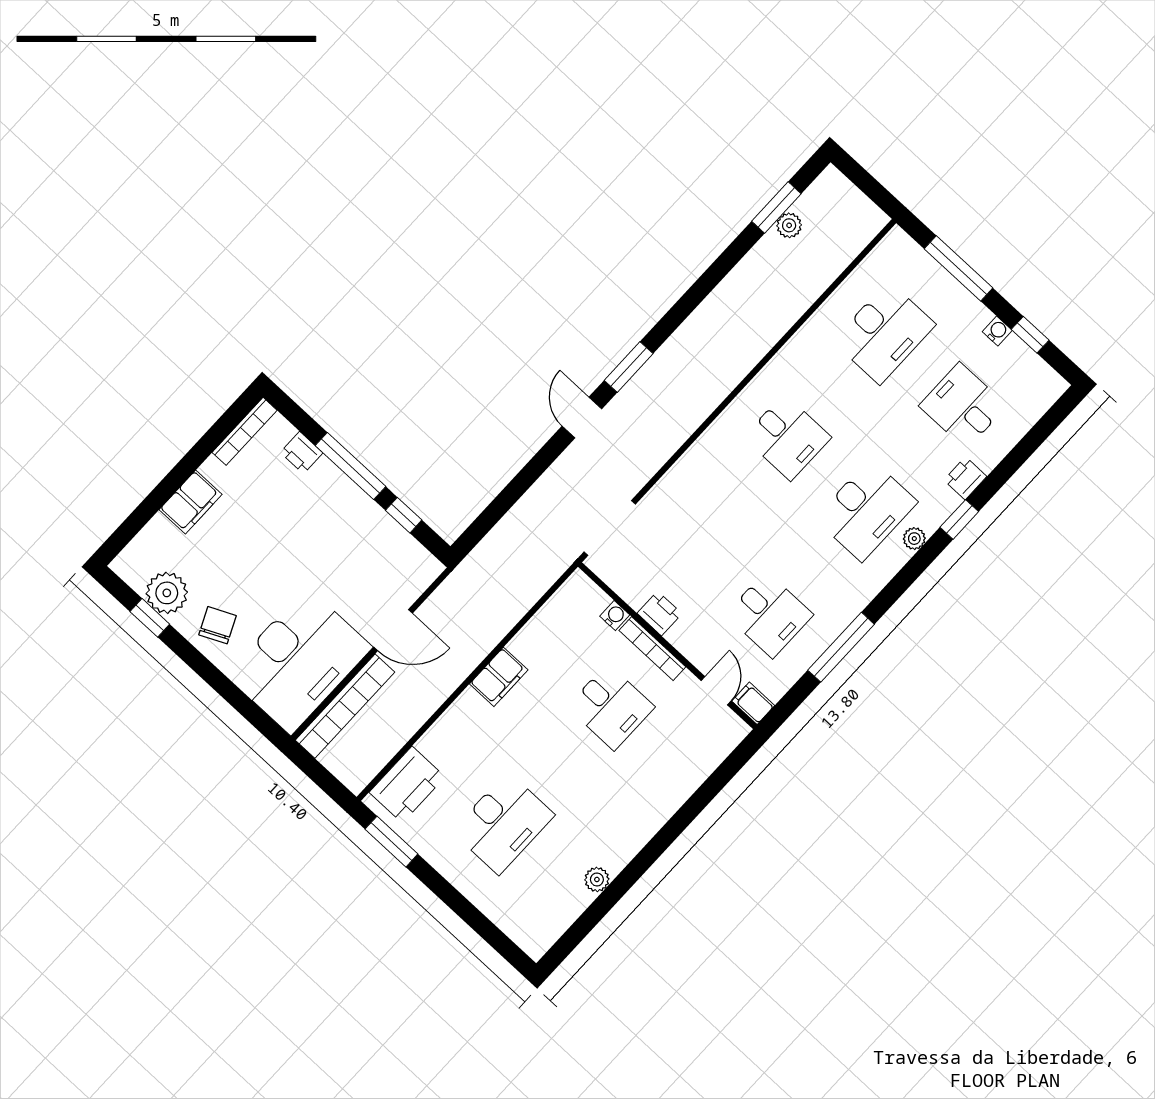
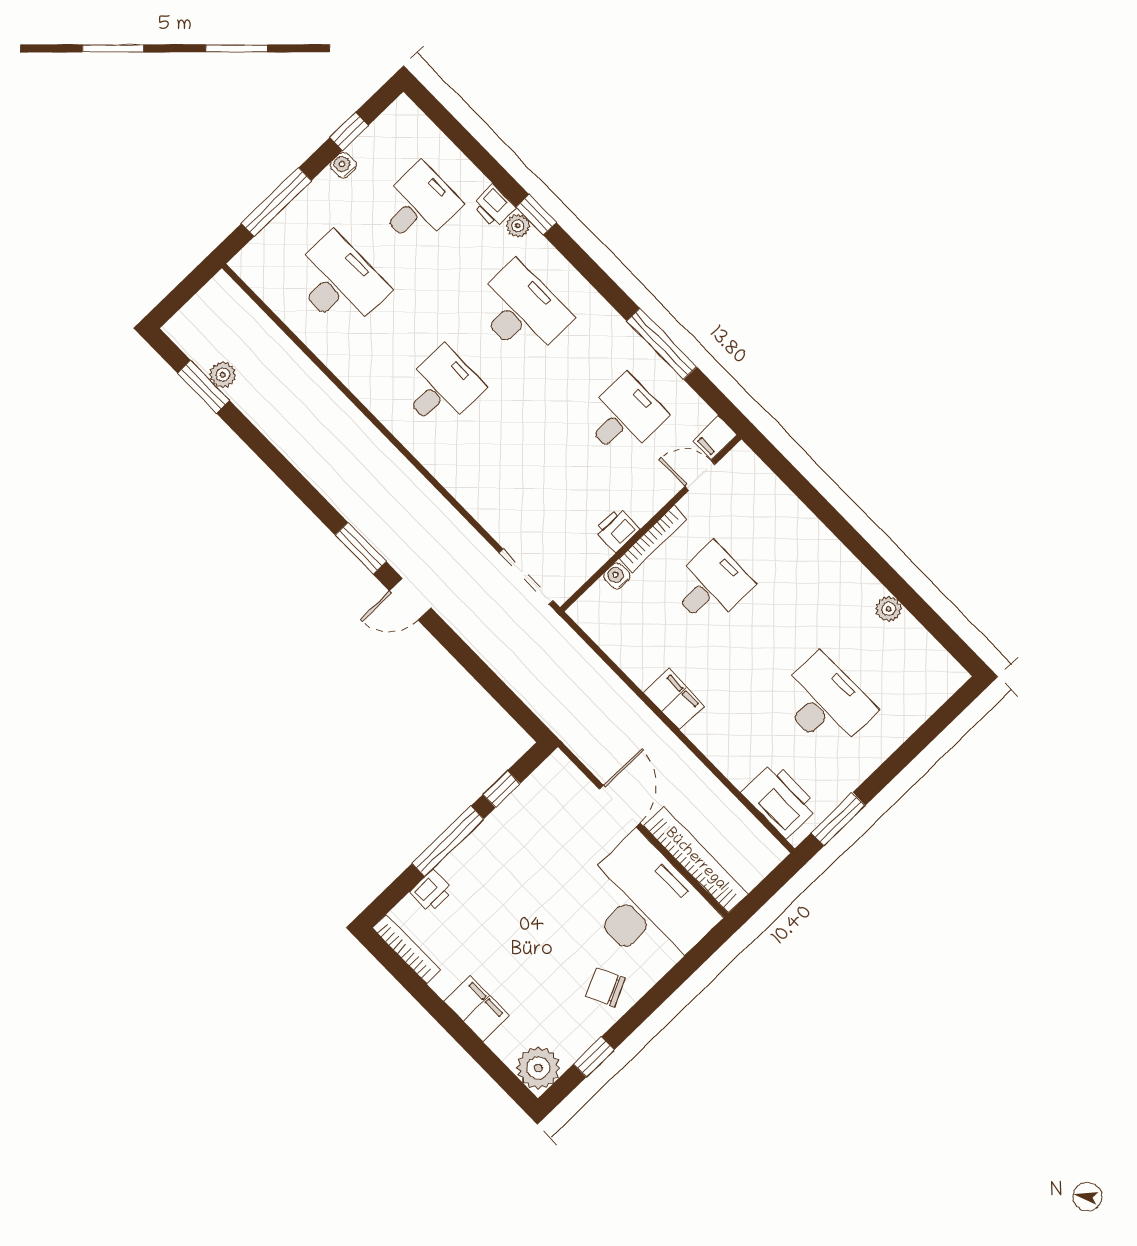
desk: (963, 406) -> (419, 205), turned 180
plant: (914, 539) -> (518, 226), moved
plant: (167, 593) -> (538, 1068), moved

